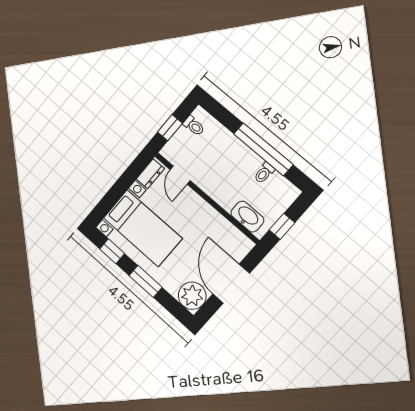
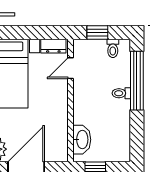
window: (263, 149) -> (137, 81), moved
toilet: (264, 173) -> (121, 93), moved

